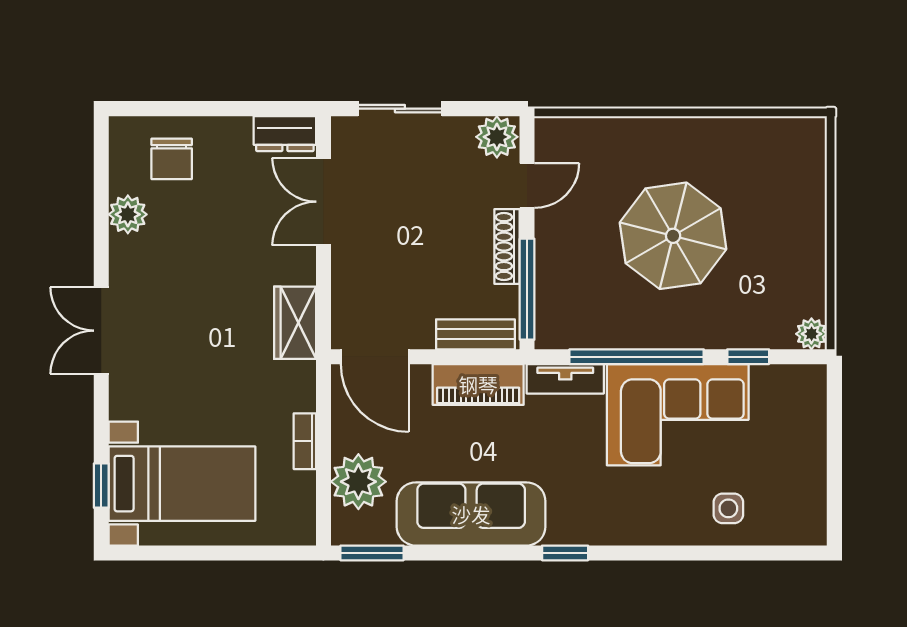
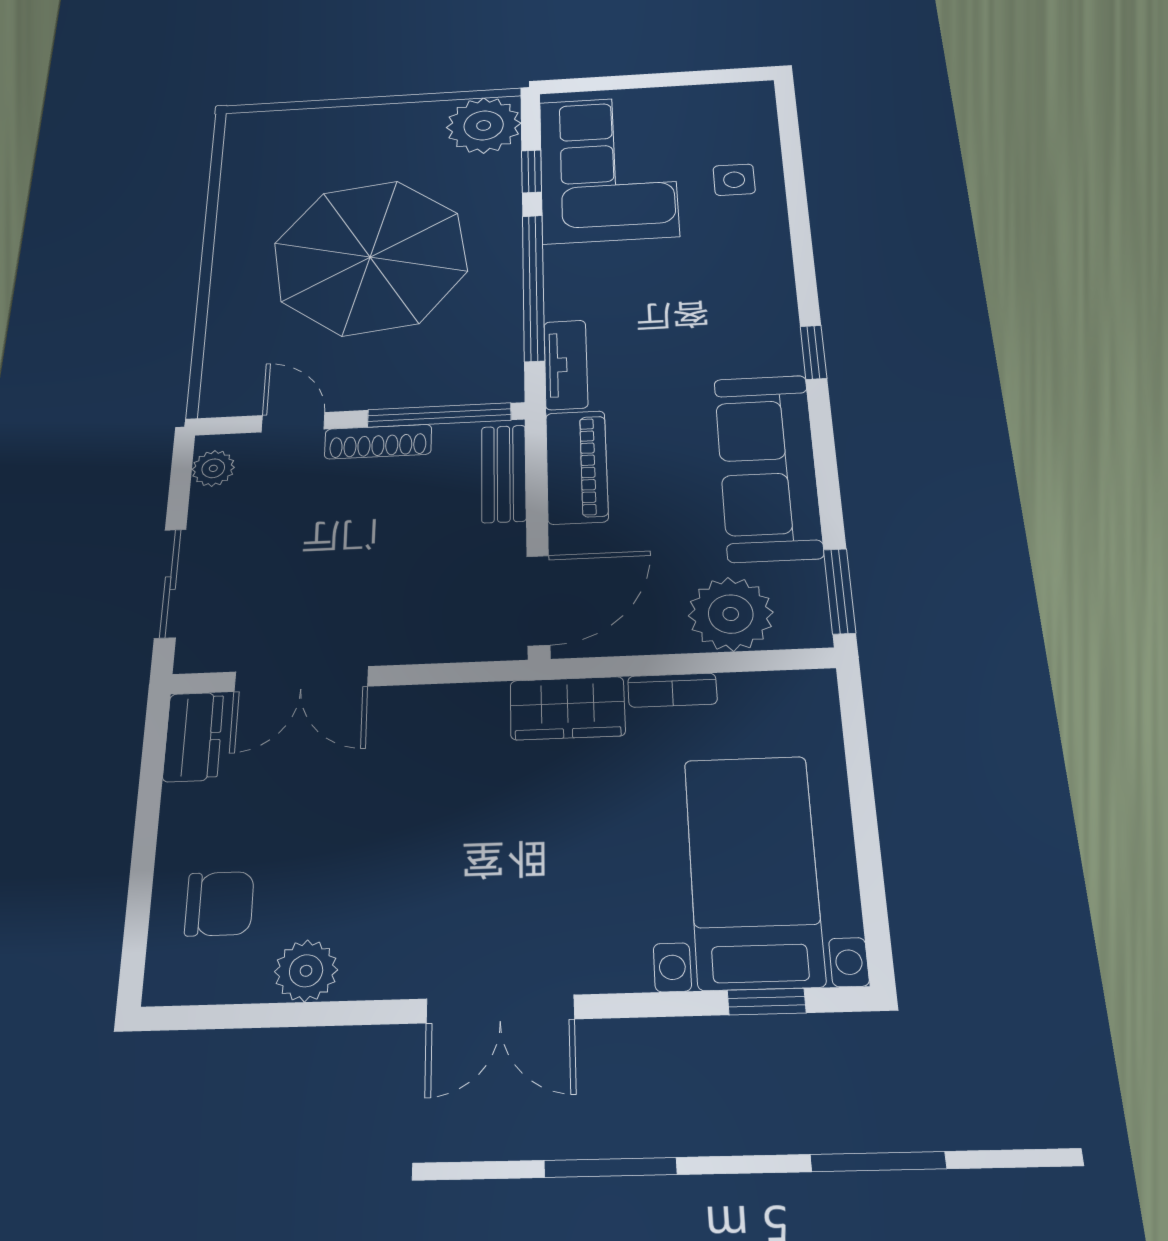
plant: (497, 137) -> (213, 468), width x0.73, depth x0.73
parasol: (673, 236) -> (370, 257), width x1.36, depth x1.36
wardrobe: (295, 323) -> (567, 708), moved
plant: (811, 334) -> (484, 125), width x1.88, depth x1.88
corner sofa: (678, 415) -> (608, 168), moved

